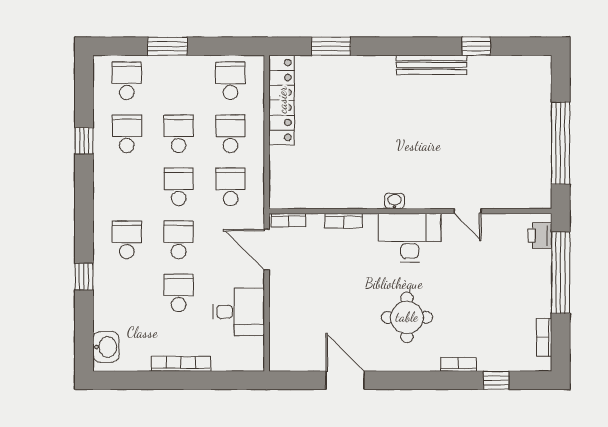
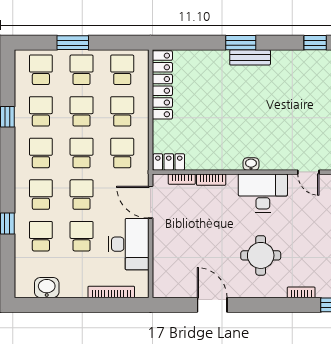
window: (331, 46) -> (241, 43), moved
bench: (432, 65) -> (250, 57), moved, width x0.73
school desk: (179, 81) -> (82, 70), added
school desk: (127, 187) -> (41, 153), added
locker: (290, 198) -> (169, 162), added
bookcase: (289, 220) -> (182, 179), moved
school desk: (127, 293) -> (41, 236), added
desk: (239, 312) -> (129, 244), width x1.37
washbasin: (106, 347) -> (47, 288), moved, turned -90
bookcase: (181, 364) -> (111, 292), moved

